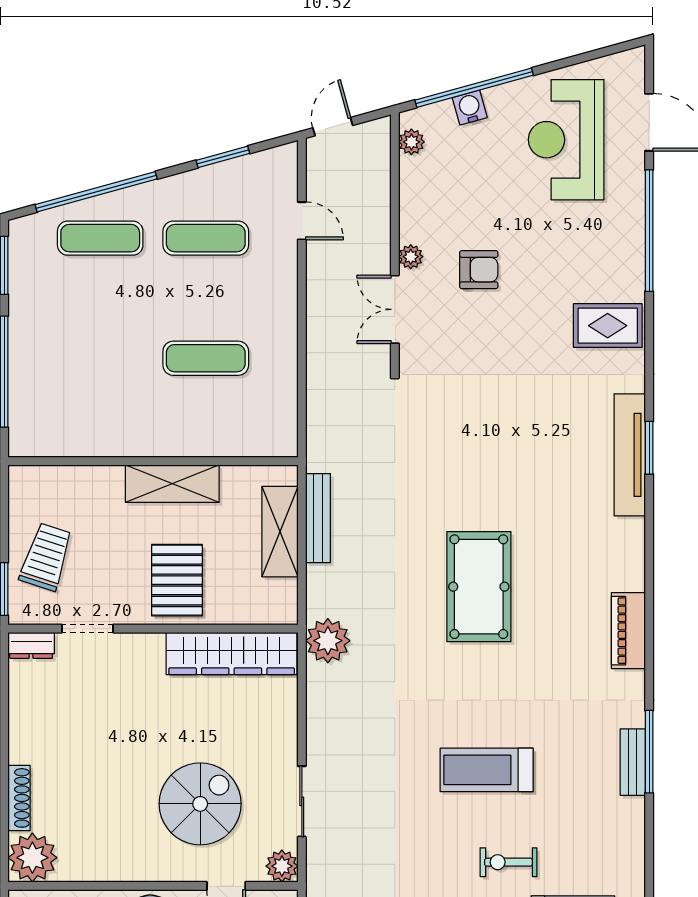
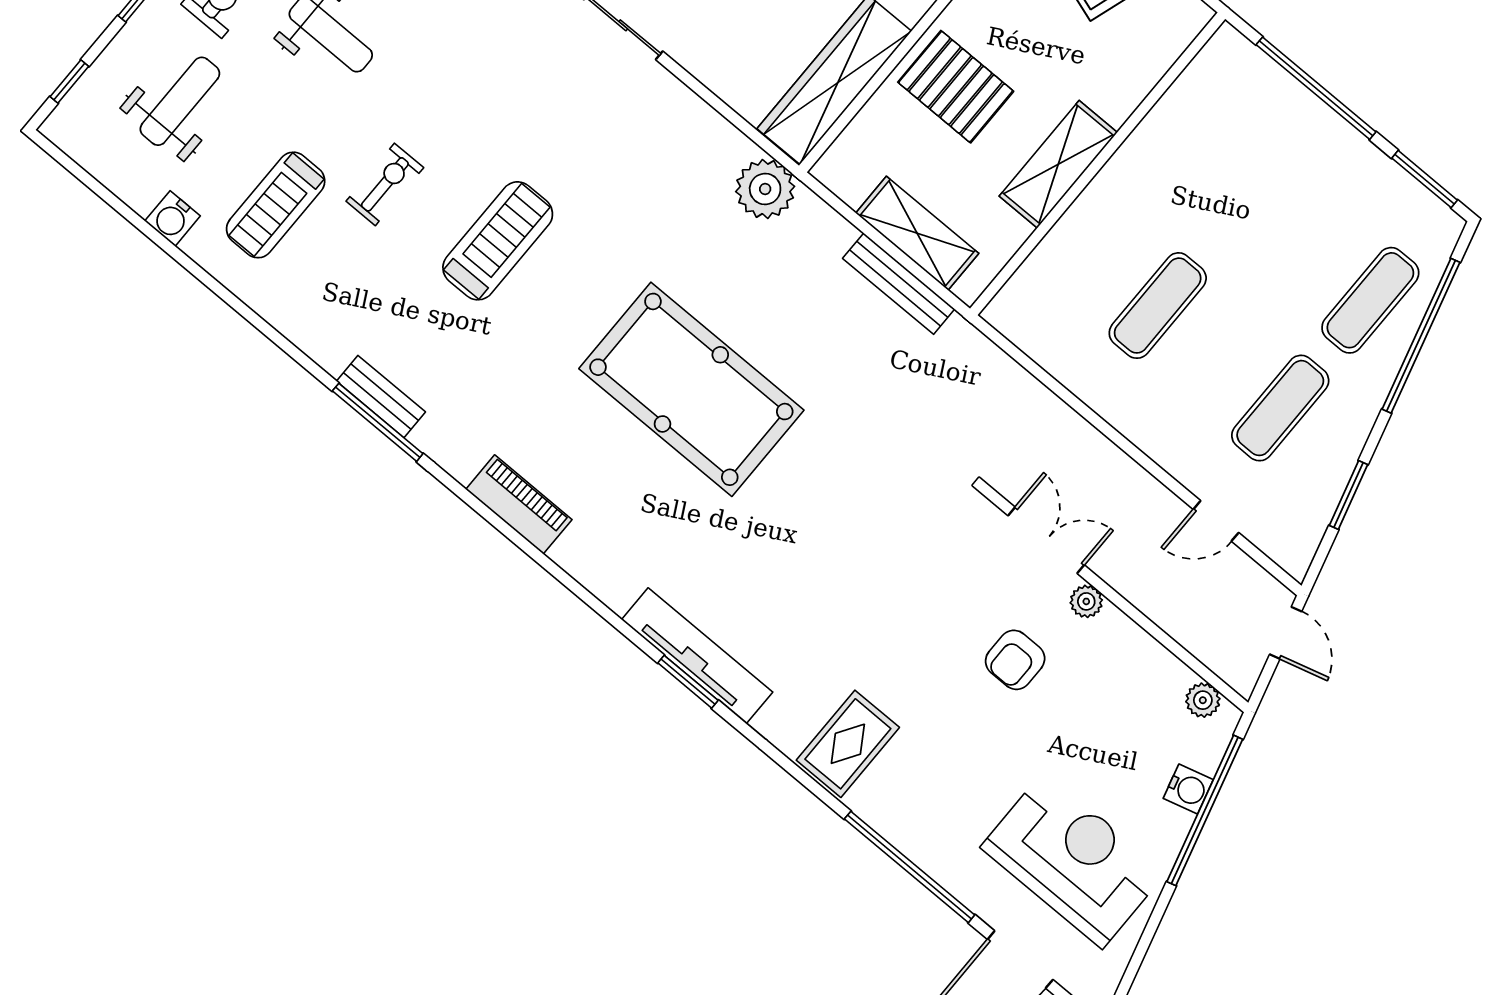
pool table: (479, 587) -> (691, 389), width x1.36, depth x1.32

